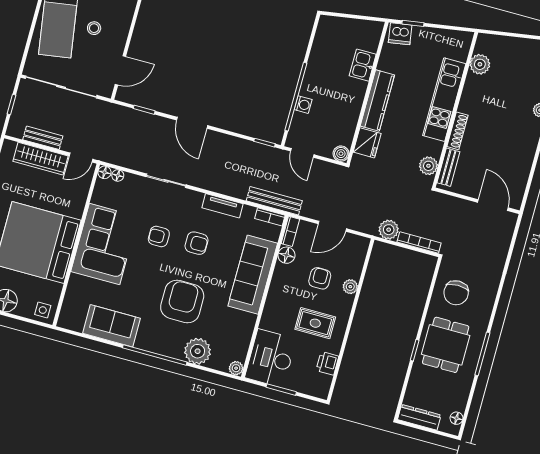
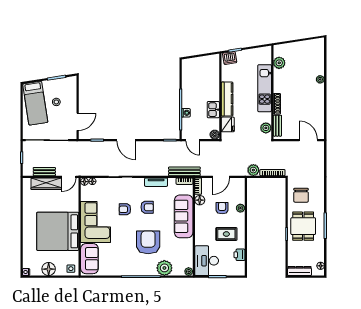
kitchen sink: (363, 65) -> (213, 110), moved
sofa: (111, 326) -> (89, 259), moved, turned 90

